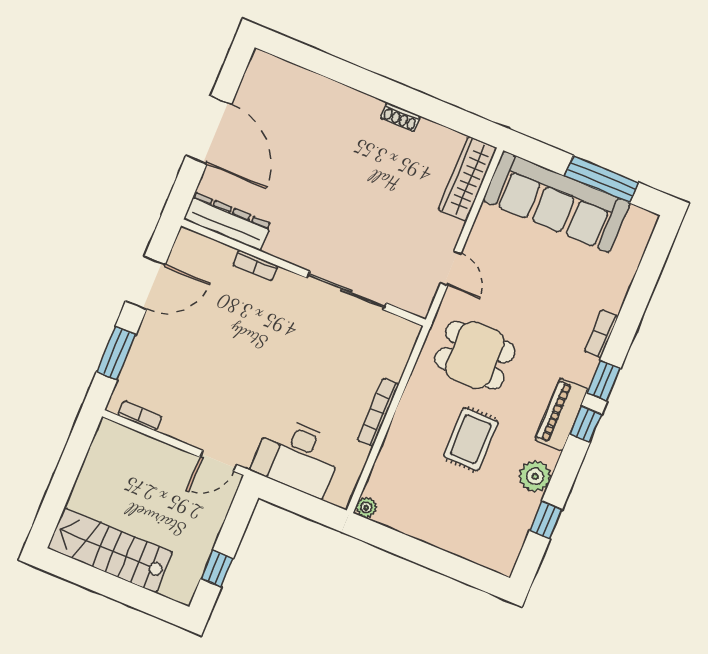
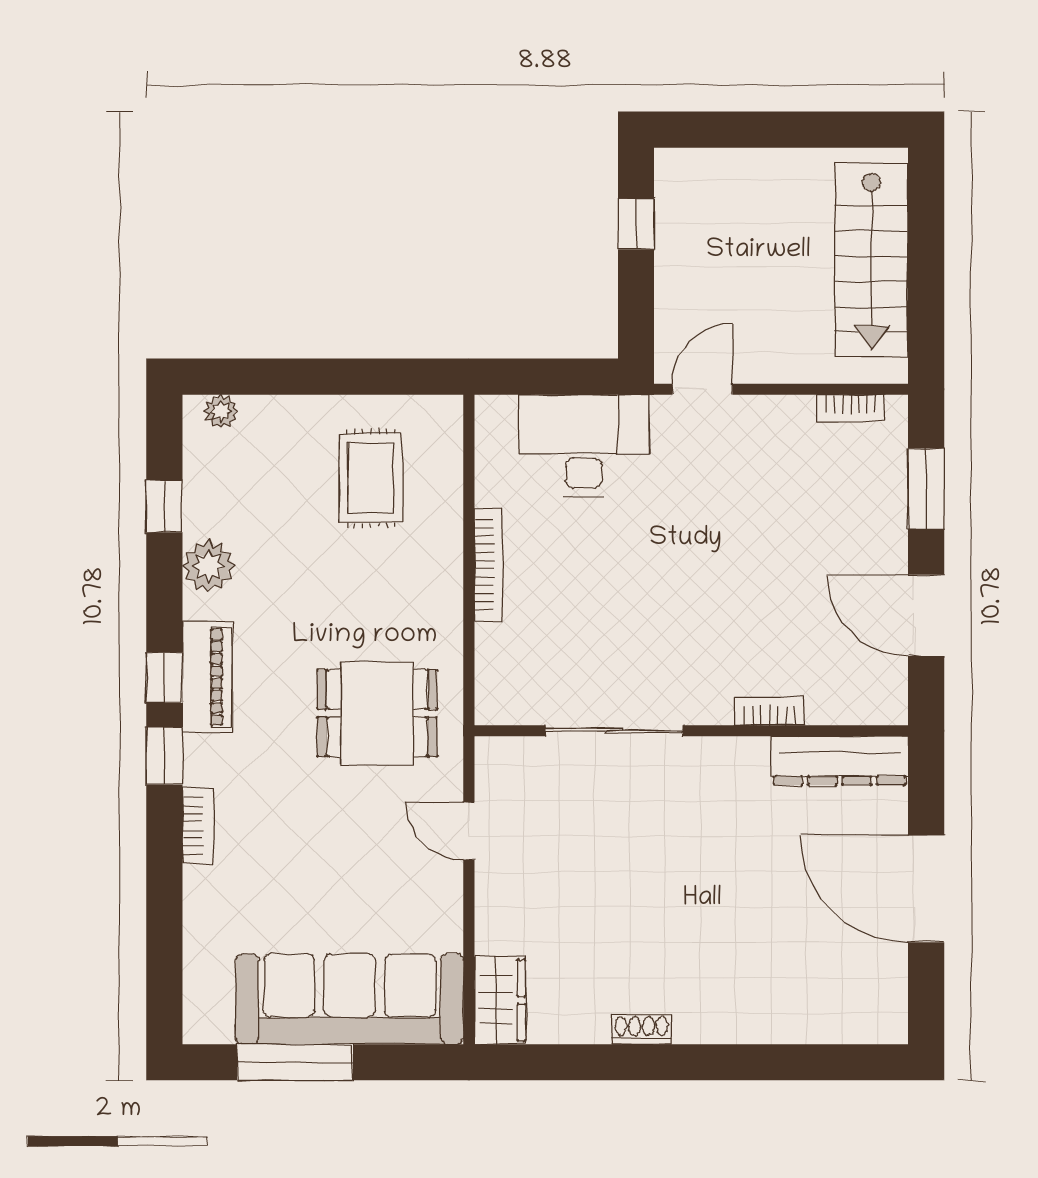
wardrobe: (468, 179) -> (500, 1000), width x0.67
door: (145, 283) -> (926, 615), hinge flipped
rug: (471, 439) -> (371, 478), moved
plant: (366, 508) -> (221, 411), moved
stairs: (110, 550) -> (872, 260), moved, turned 90

